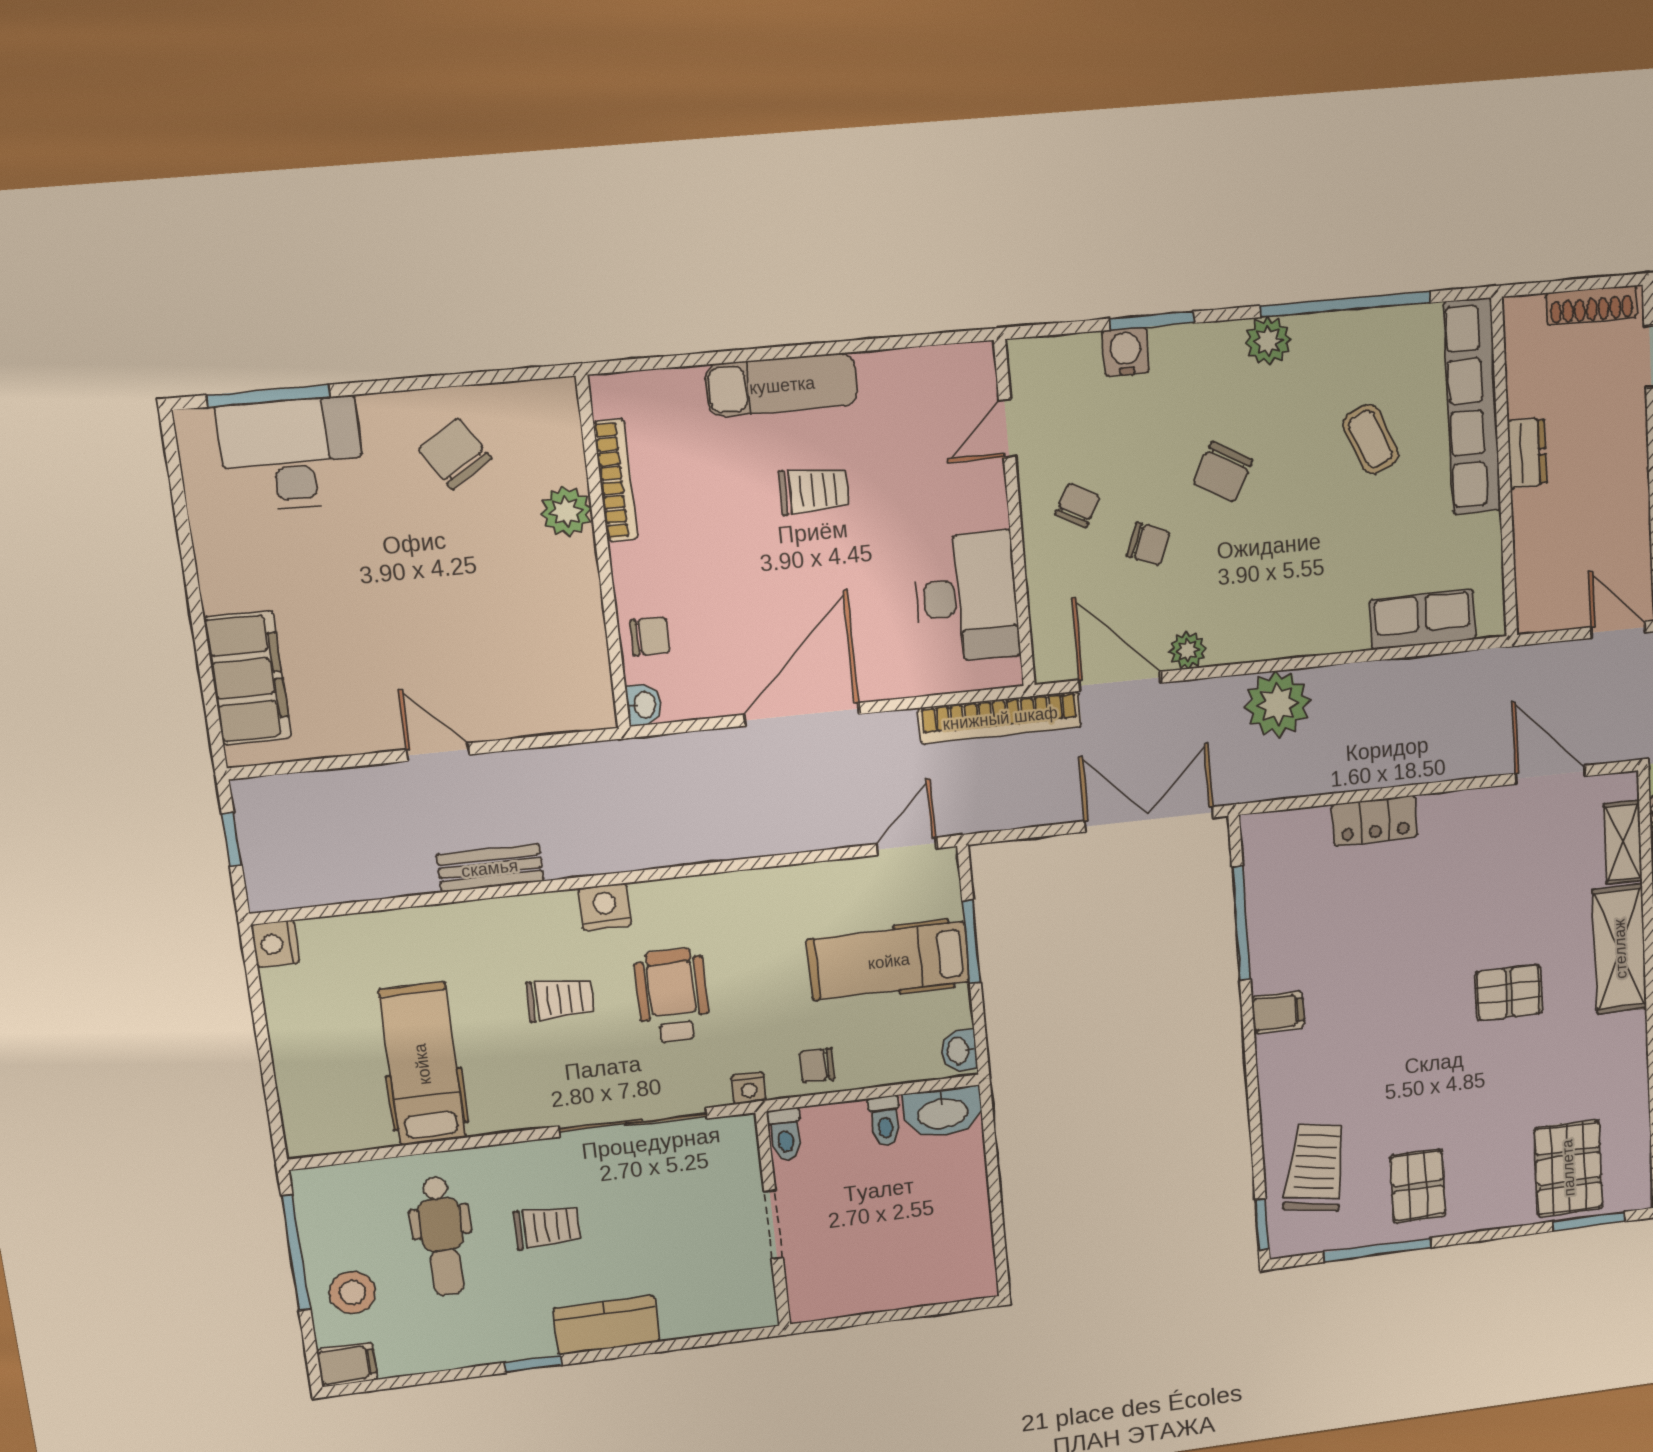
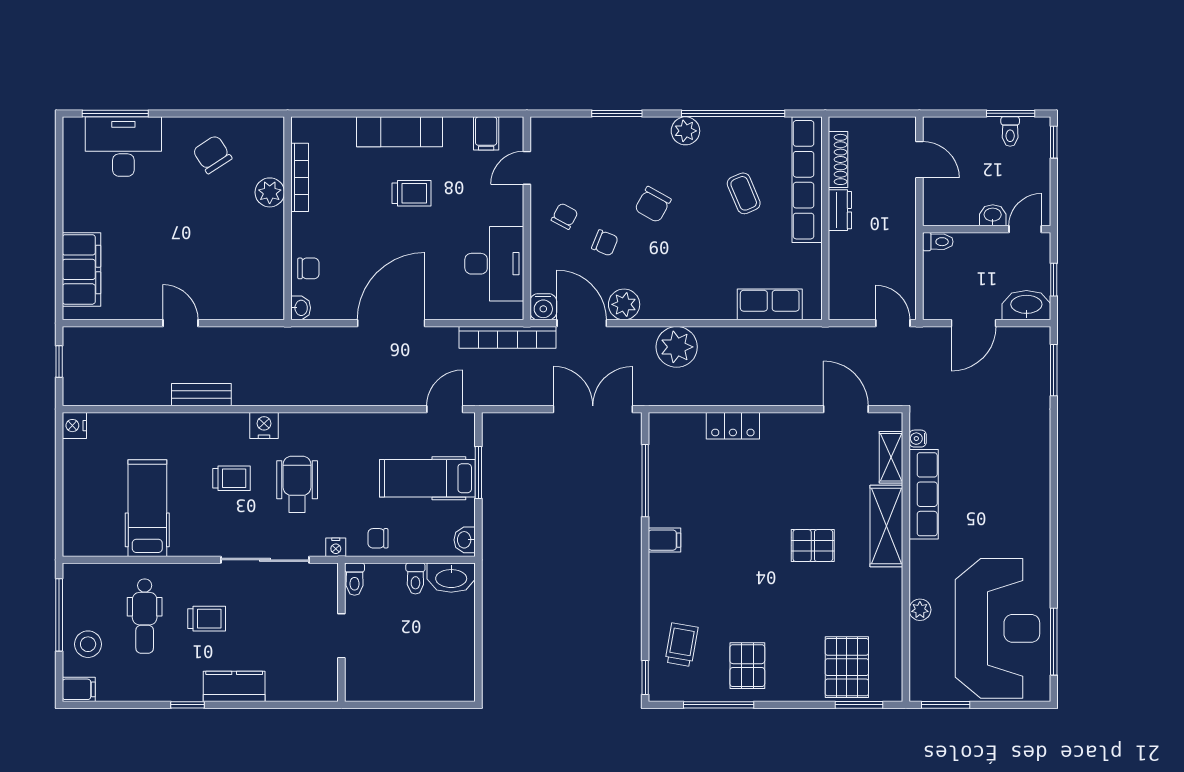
shoe rack: (1591, 305) -> (838, 159), moved, turned -90
water cooler: (1126, 352) -> (543, 307), moved, turned 180
filing cabinet: (932, 375) -> (486, 133), added
plant: (1188, 650) -> (624, 304), width x1.38, depth x1.38
trolley: (1315, 1168) -> (682, 645), width x0.73, depth x0.72

